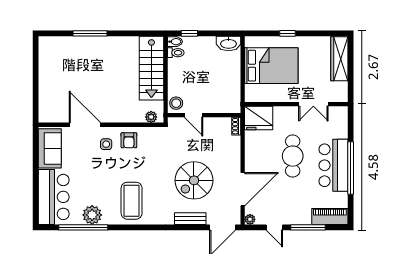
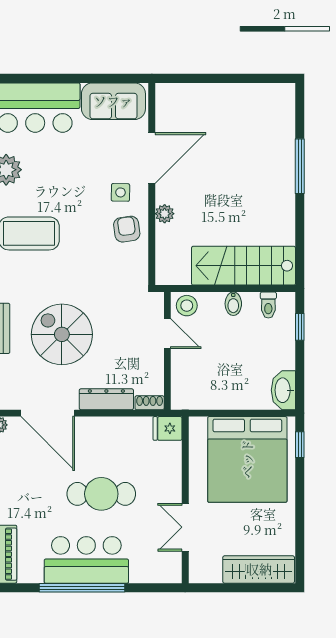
window: (288, 33) -> (300, 445), moved
bidet: (175, 42) -> (233, 304), moved
bed: (271, 66) -> (247, 459), width x1.36
door: (194, 115) -> (167, 334), swing flipped
plant: (151, 117) -> (165, 214), moved
fridge: (259, 118) -> (168, 428), width x0.53, depth x0.75
armchair: (129, 140) -> (127, 229), turned 82
dresser: (234, 153) -> (106, 399), added

